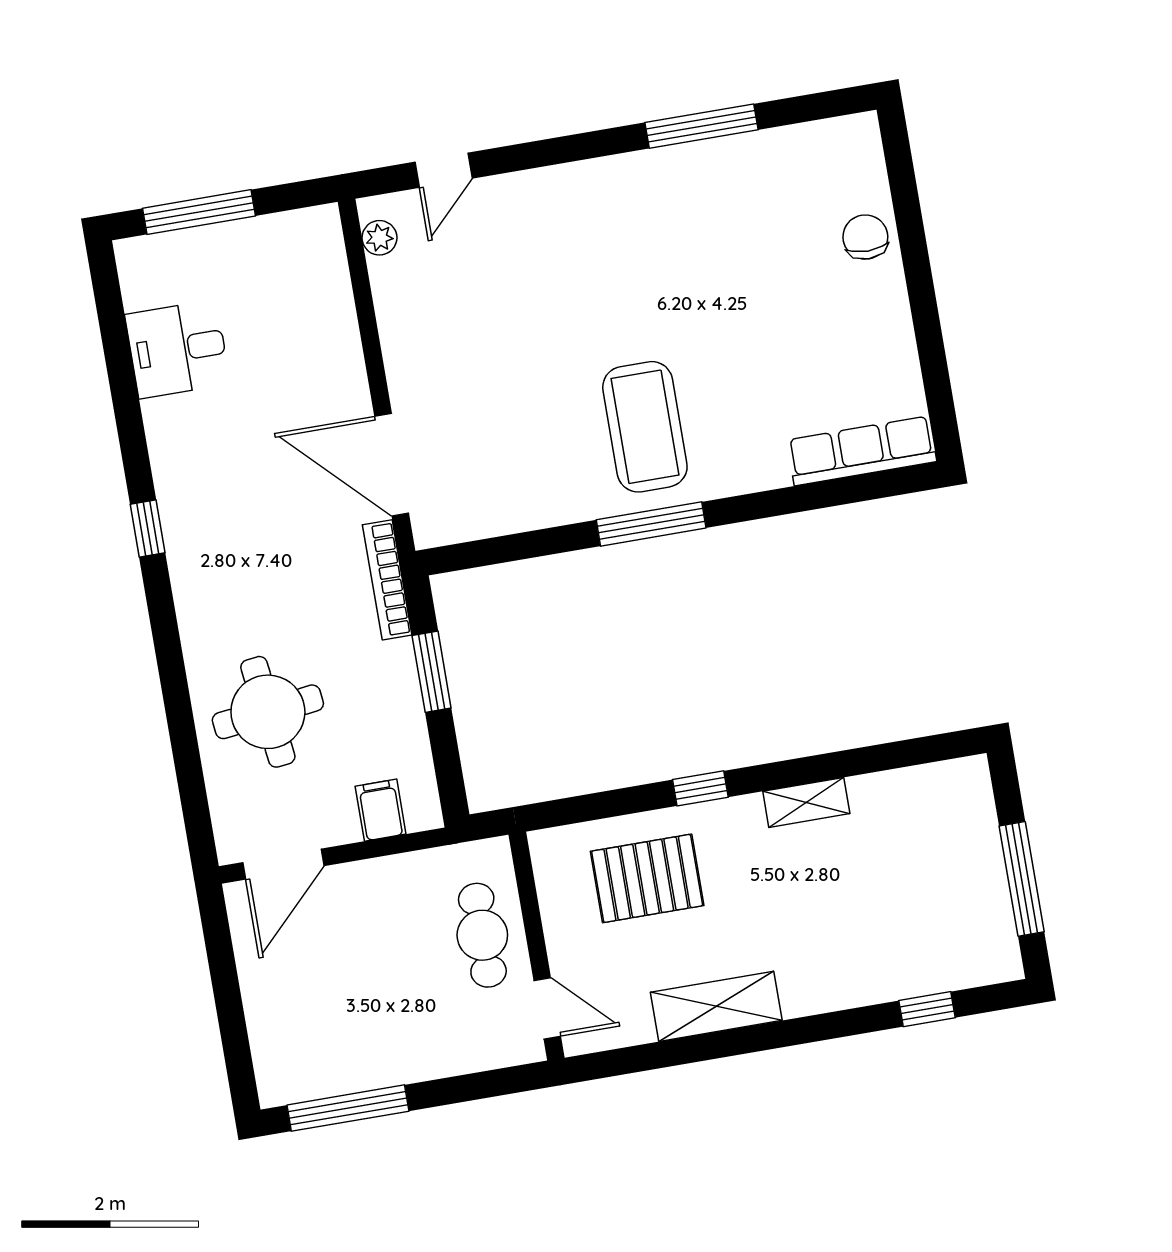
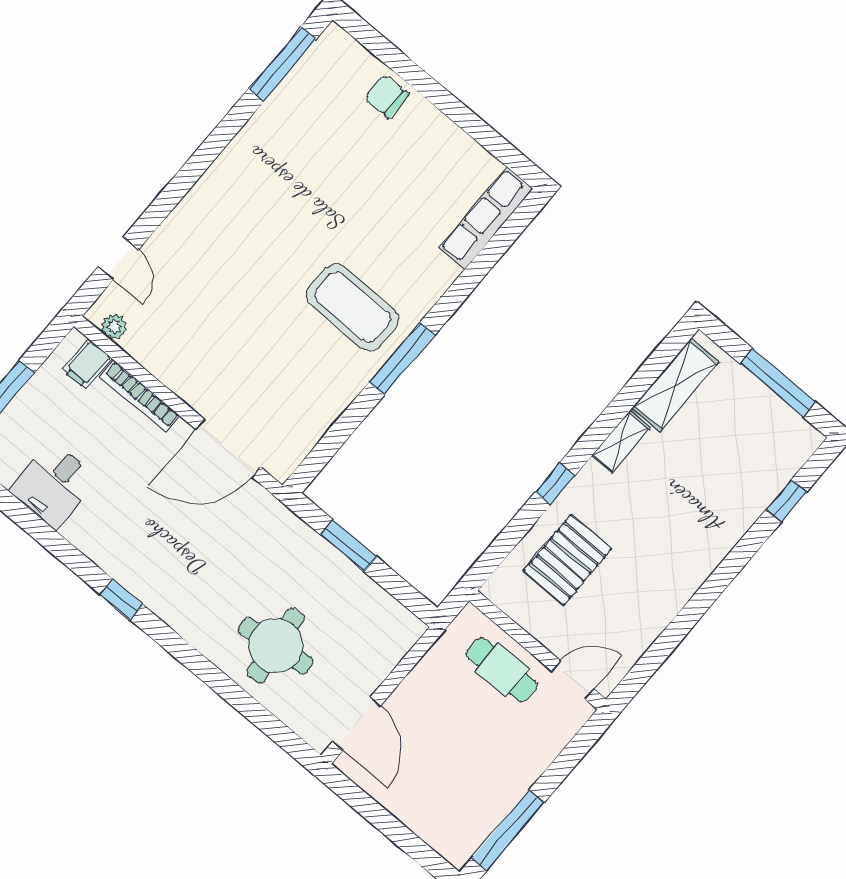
window: (702, 126) -> (282, 64), moved
bookcase: (387, 580) -> (140, 396), moved
filing cabinet: (381, 810) -> (87, 364), moved, turned -90
shelving: (716, 1006) -> (675, 385), moved

